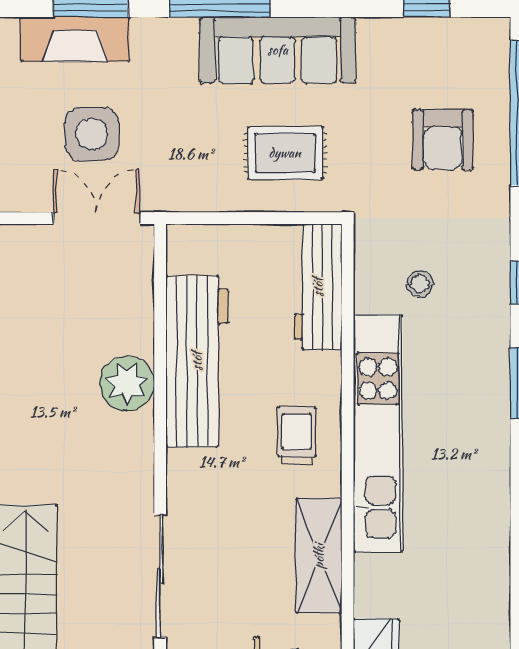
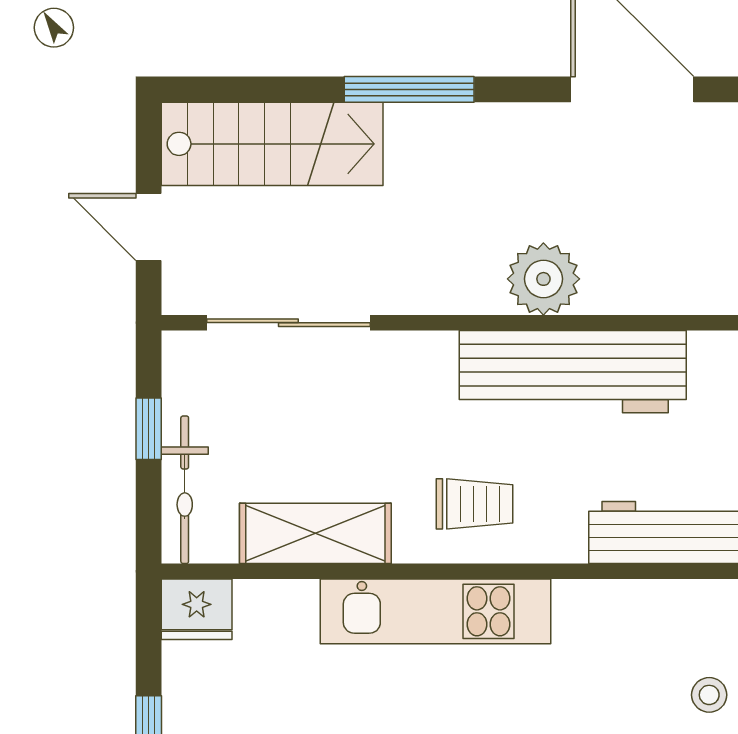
stool: (420, 284) -> (709, 695), moved
kitchen unit: (378, 433) -> (436, 611), width x0.73

